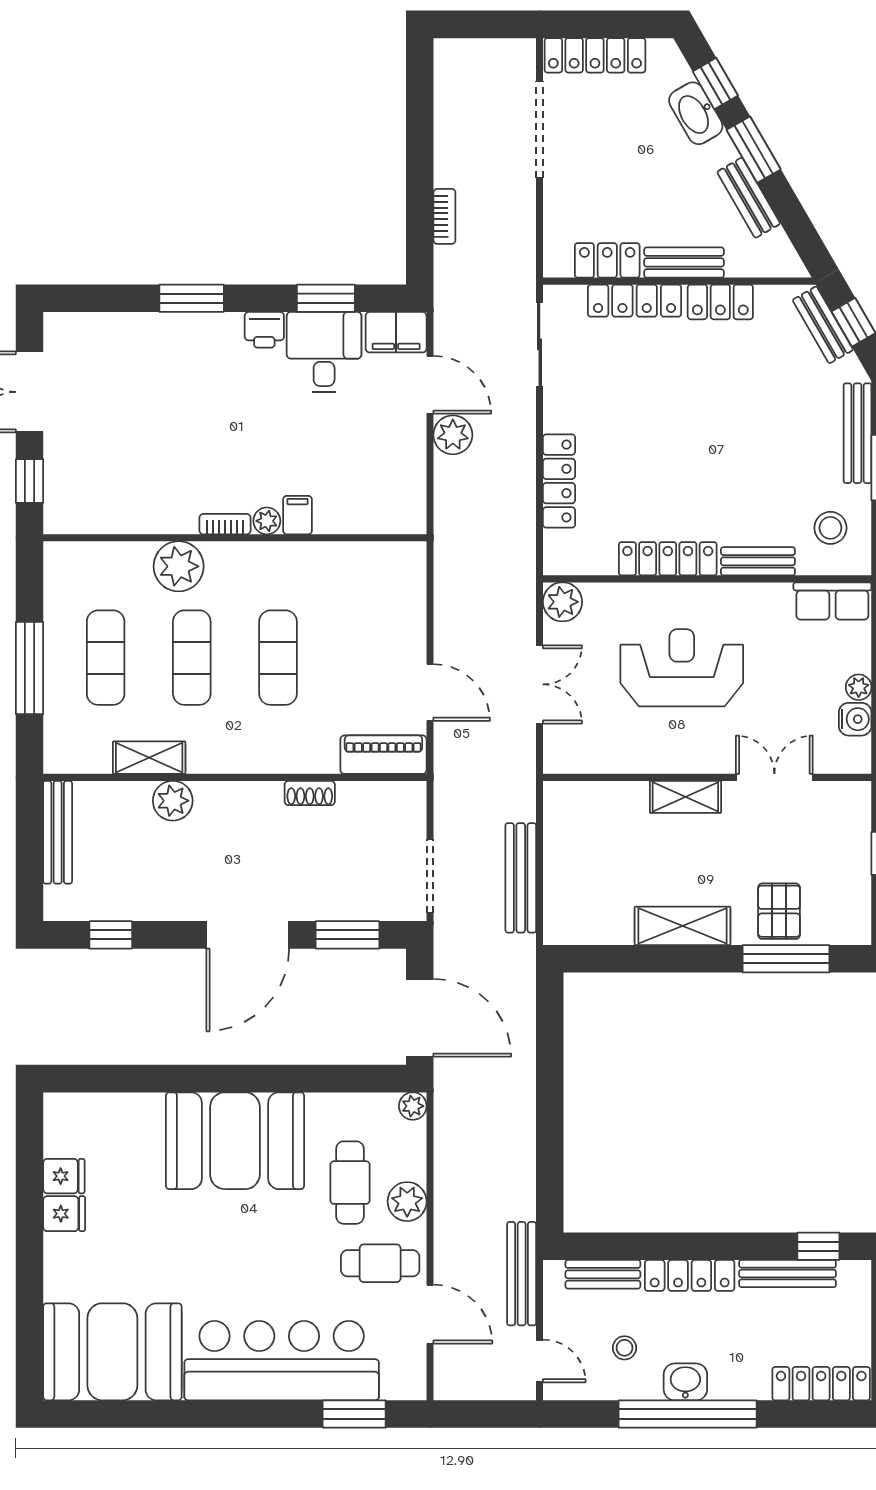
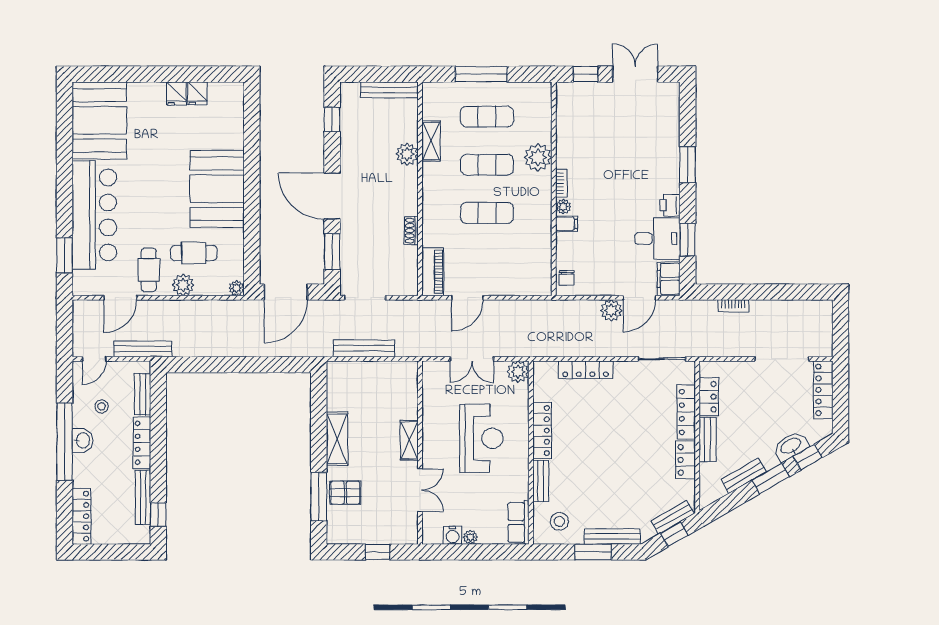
chair: (394, 515) -> (567, 278), added

